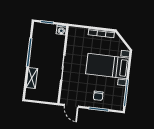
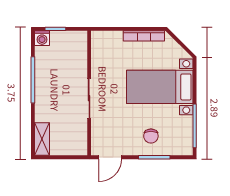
washing machine: (61, 30) -> (42, 38), moved
shelving: (32, 78) -> (42, 139), moved
door: (71, 106) -> (110, 157), hinge flipped

